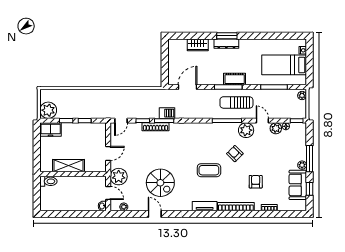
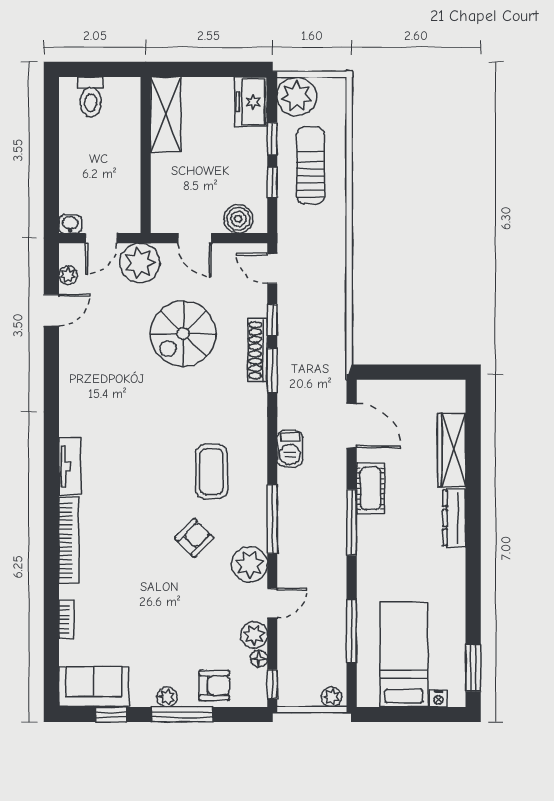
window: (227, 36) -> (473, 668), moved
wardrobe: (198, 45) -> (452, 450), width x1.50
cot: (235, 79) -> (371, 488), moved
sun lounger: (236, 102) -> (310, 165), moved
barbecue: (167, 113) -> (290, 449), moved
boiler: (100, 135) -> (238, 219), added
shelving: (69, 166) -> (166, 114), moved
coffee table: (209, 170) -> (212, 472), moved
toilet: (48, 181) -> (91, 97), moved
armchair: (256, 182) -> (214, 685), moved
spiral stairs: (160, 183) -> (183, 334), moved
sofa: (298, 185) -> (94, 687), moved
door: (155, 214) -> (51, 310), moved

